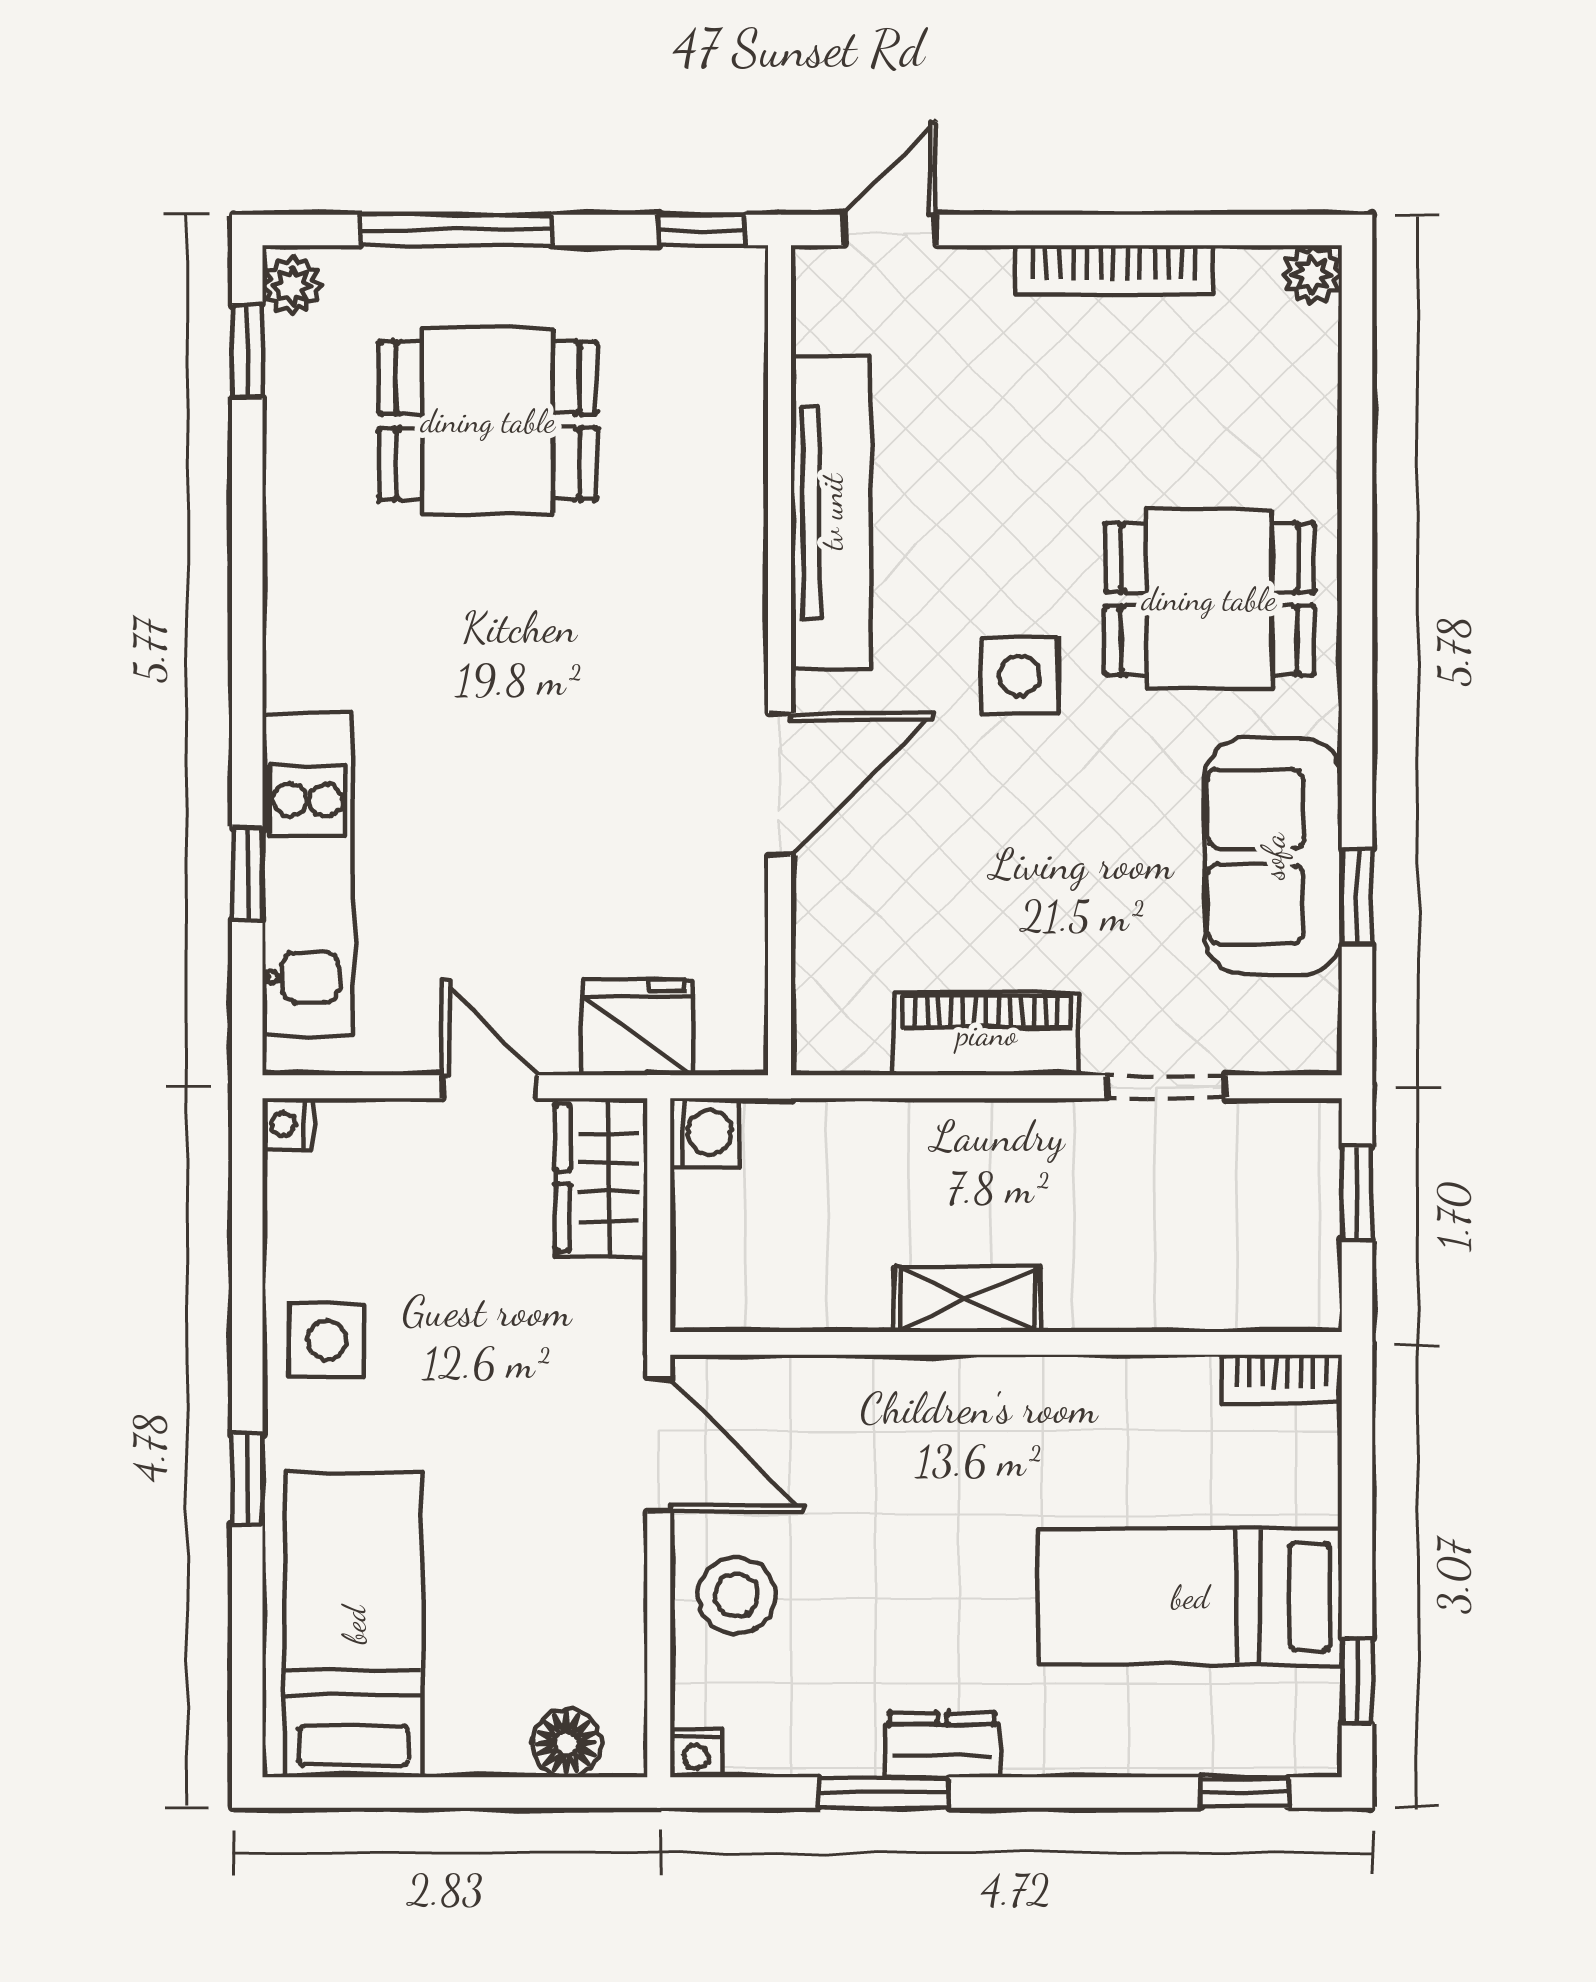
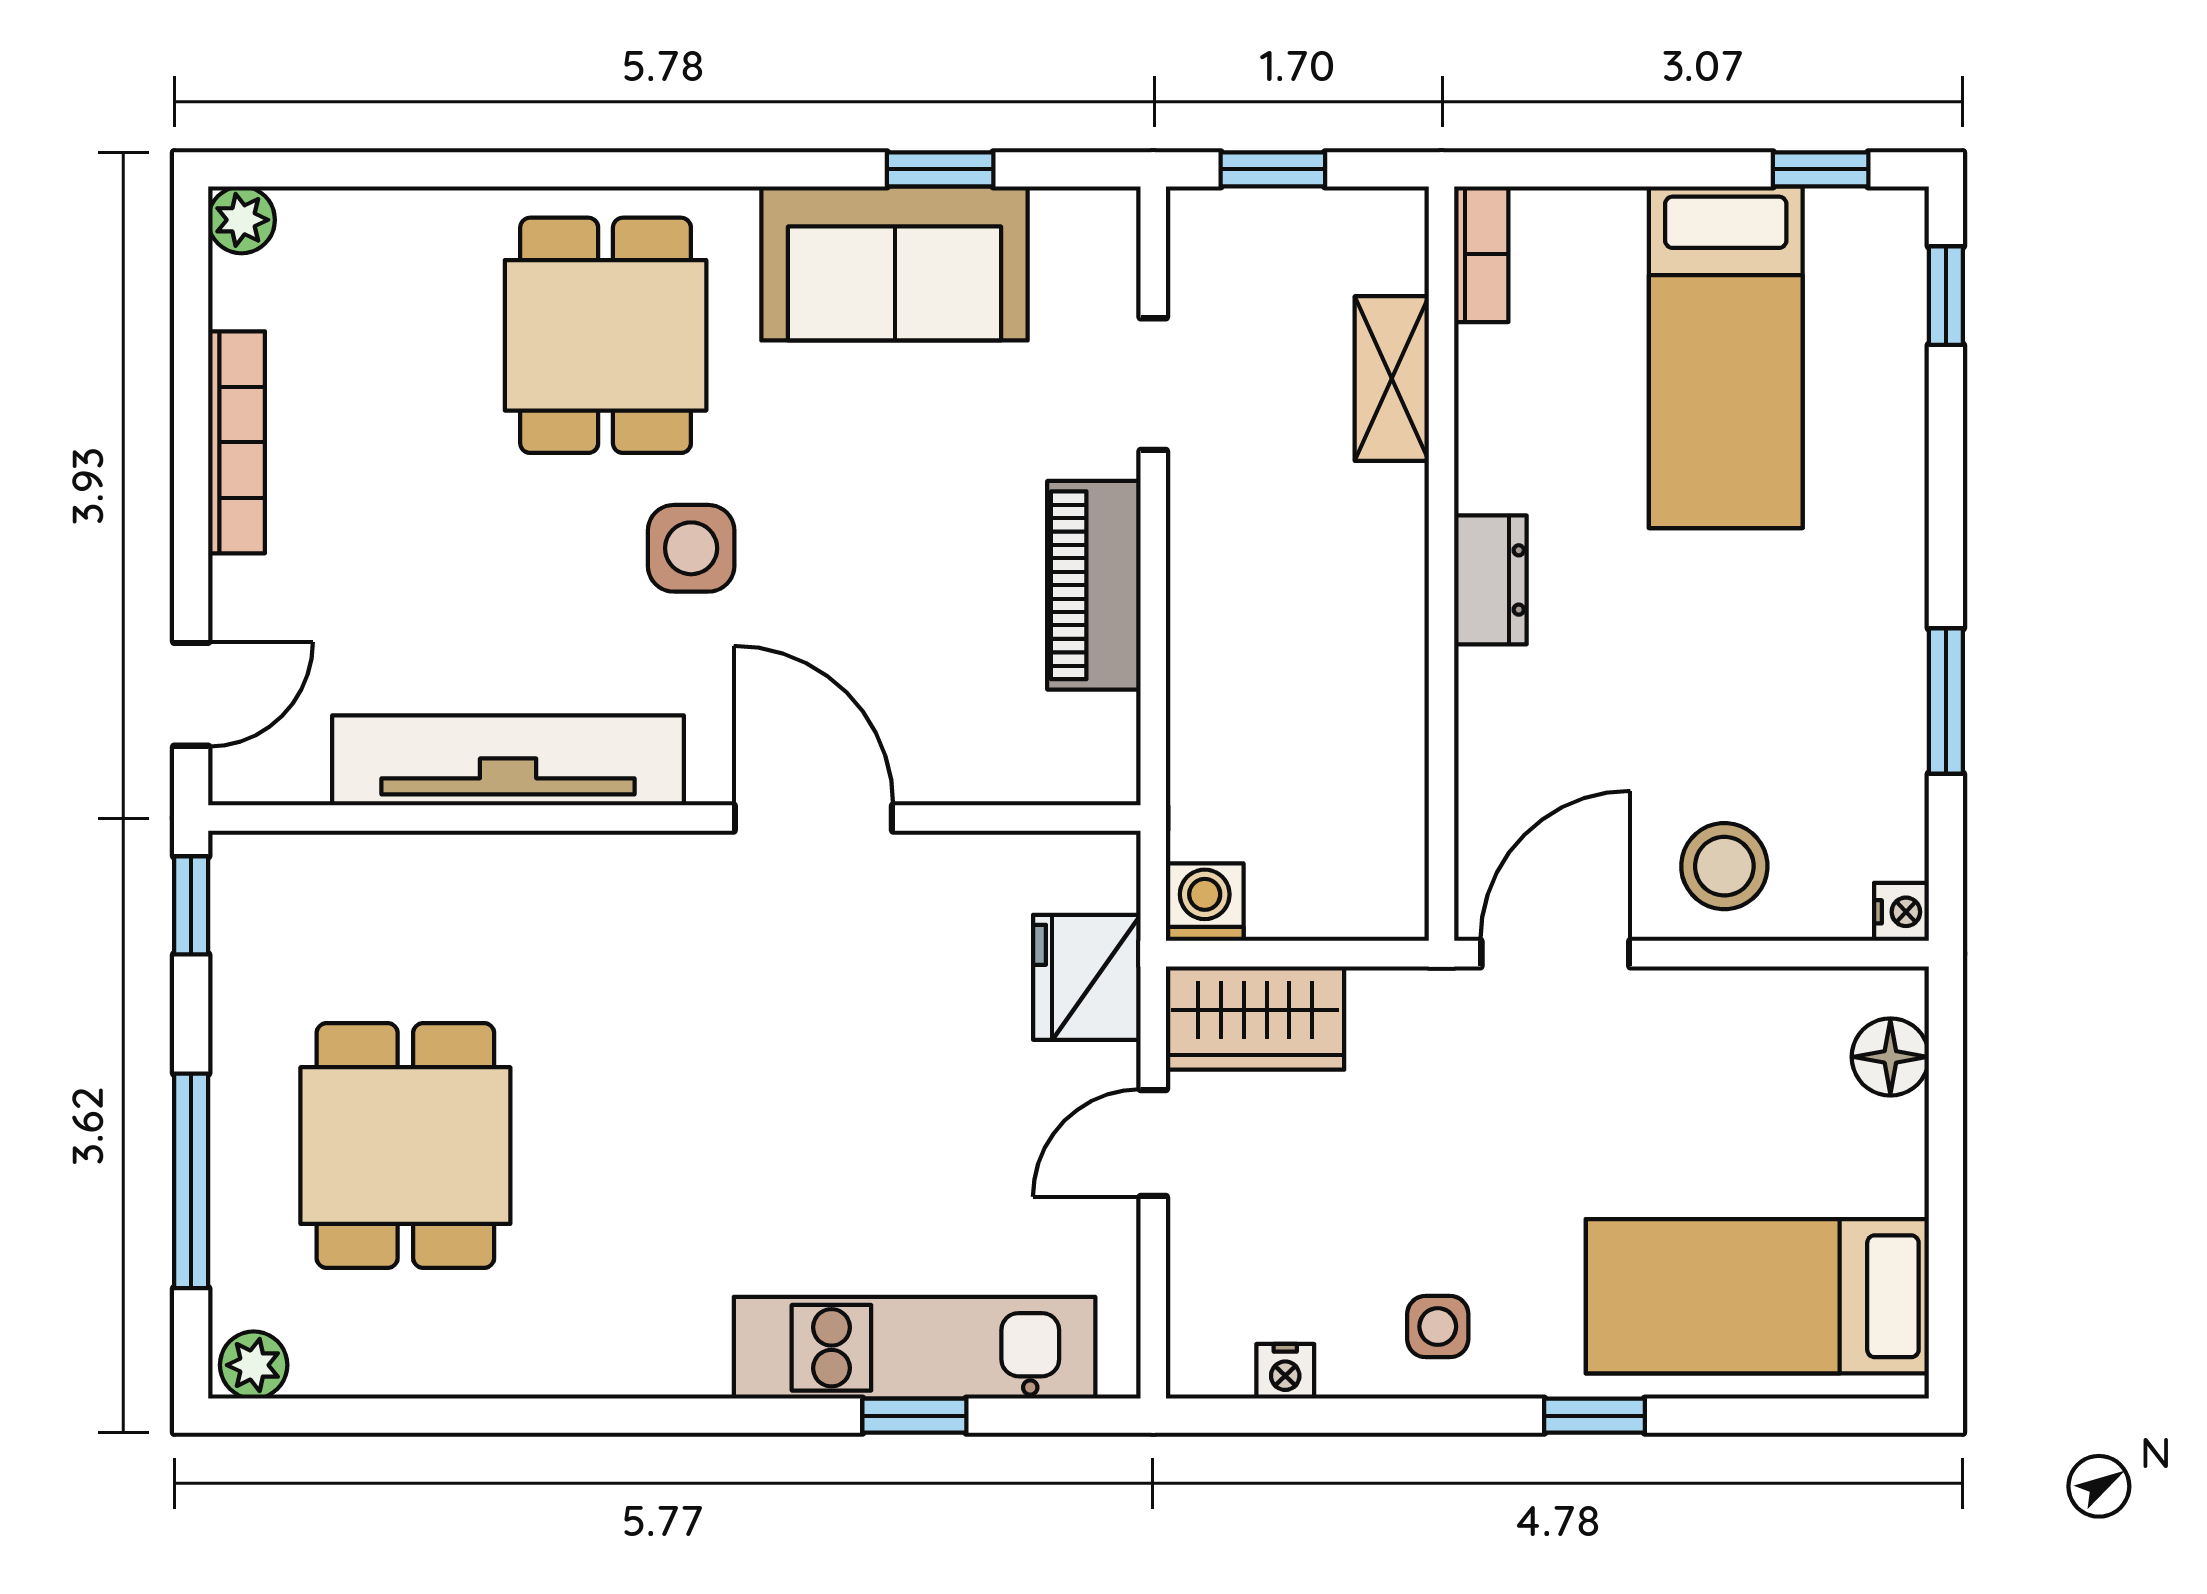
door: (890, 230) -> (191, 694), swing flipped
window: (247, 351) -> (327, 1416), removed
nightstand: (287, 1124) -> (1285, 1371), moved
shelving: (967, 1299) -> (1392, 379), moved
side table: (327, 1340) -> (1438, 1327), width x0.73, depth x0.73
dresser: (942, 1745) -> (1490, 580), moved, turned 180

